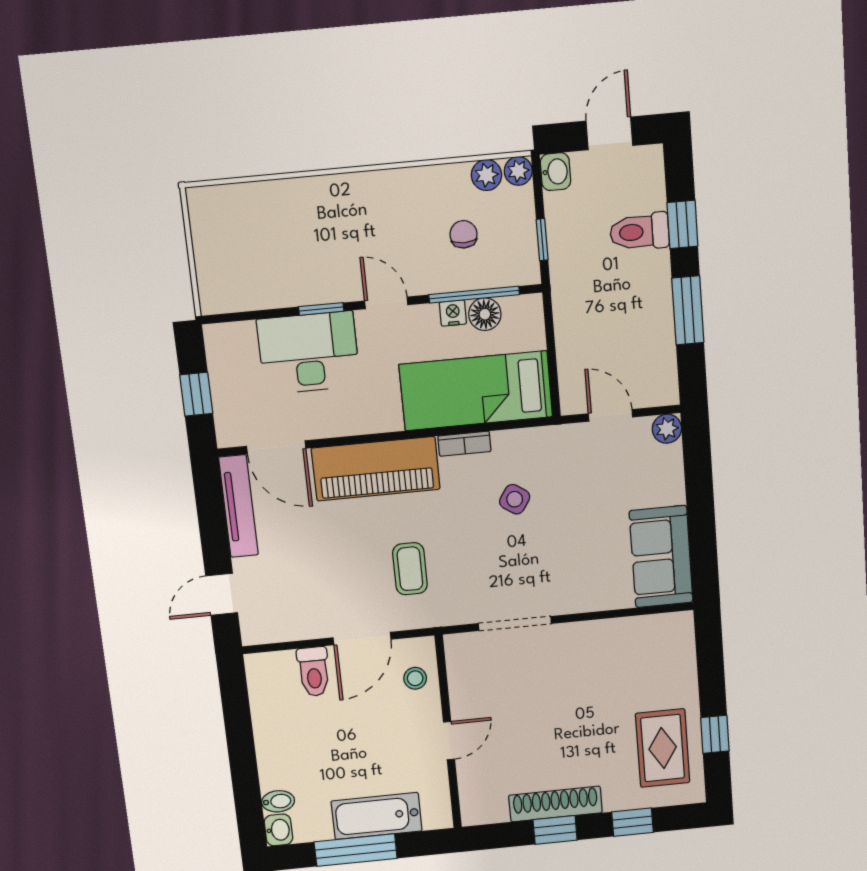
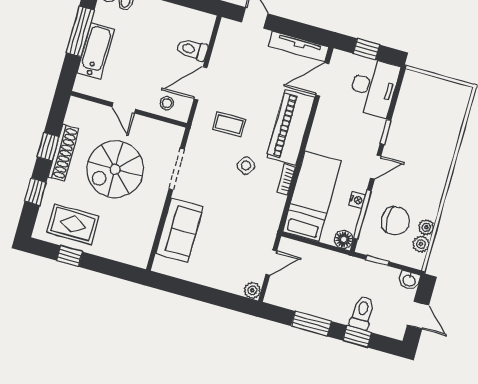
plant: (518, 171) -> (426, 227), moved
chair: (464, 234) -> (396, 221), width x1.87, depth x1.87
floor lamp: (485, 314) -> (344, 239), moved
desk: (309, 353) -> (374, 87), moved
side table: (515, 499) -> (246, 166), moved
sofa: (661, 557) -> (179, 230), moved, turned 90
door: (362, 639) -> (201, 83), hinge flipped
spiral stairs: (551, 717) -> (115, 169), added

